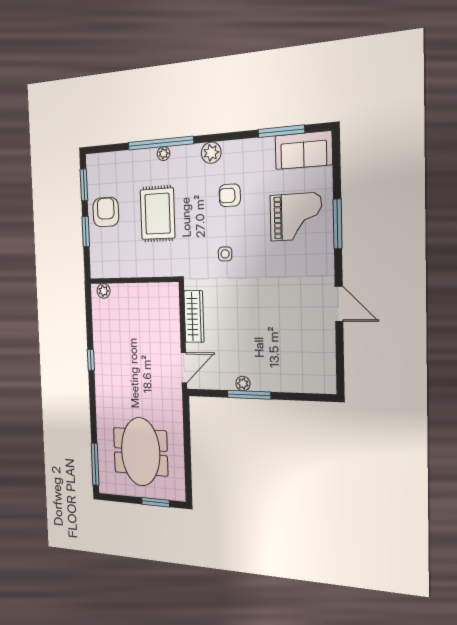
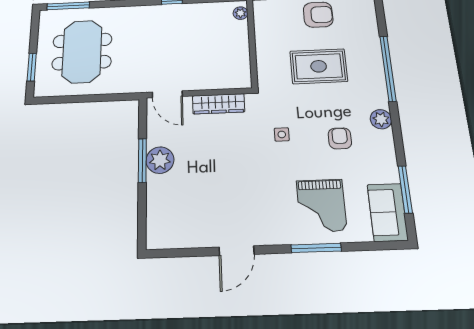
plant: (164, 154) -> (378, 72), removed
plant: (243, 383) -> (160, 160), width x1.87, depth x1.87
meeting table: (141, 452) -> (82, 51), turned 90

